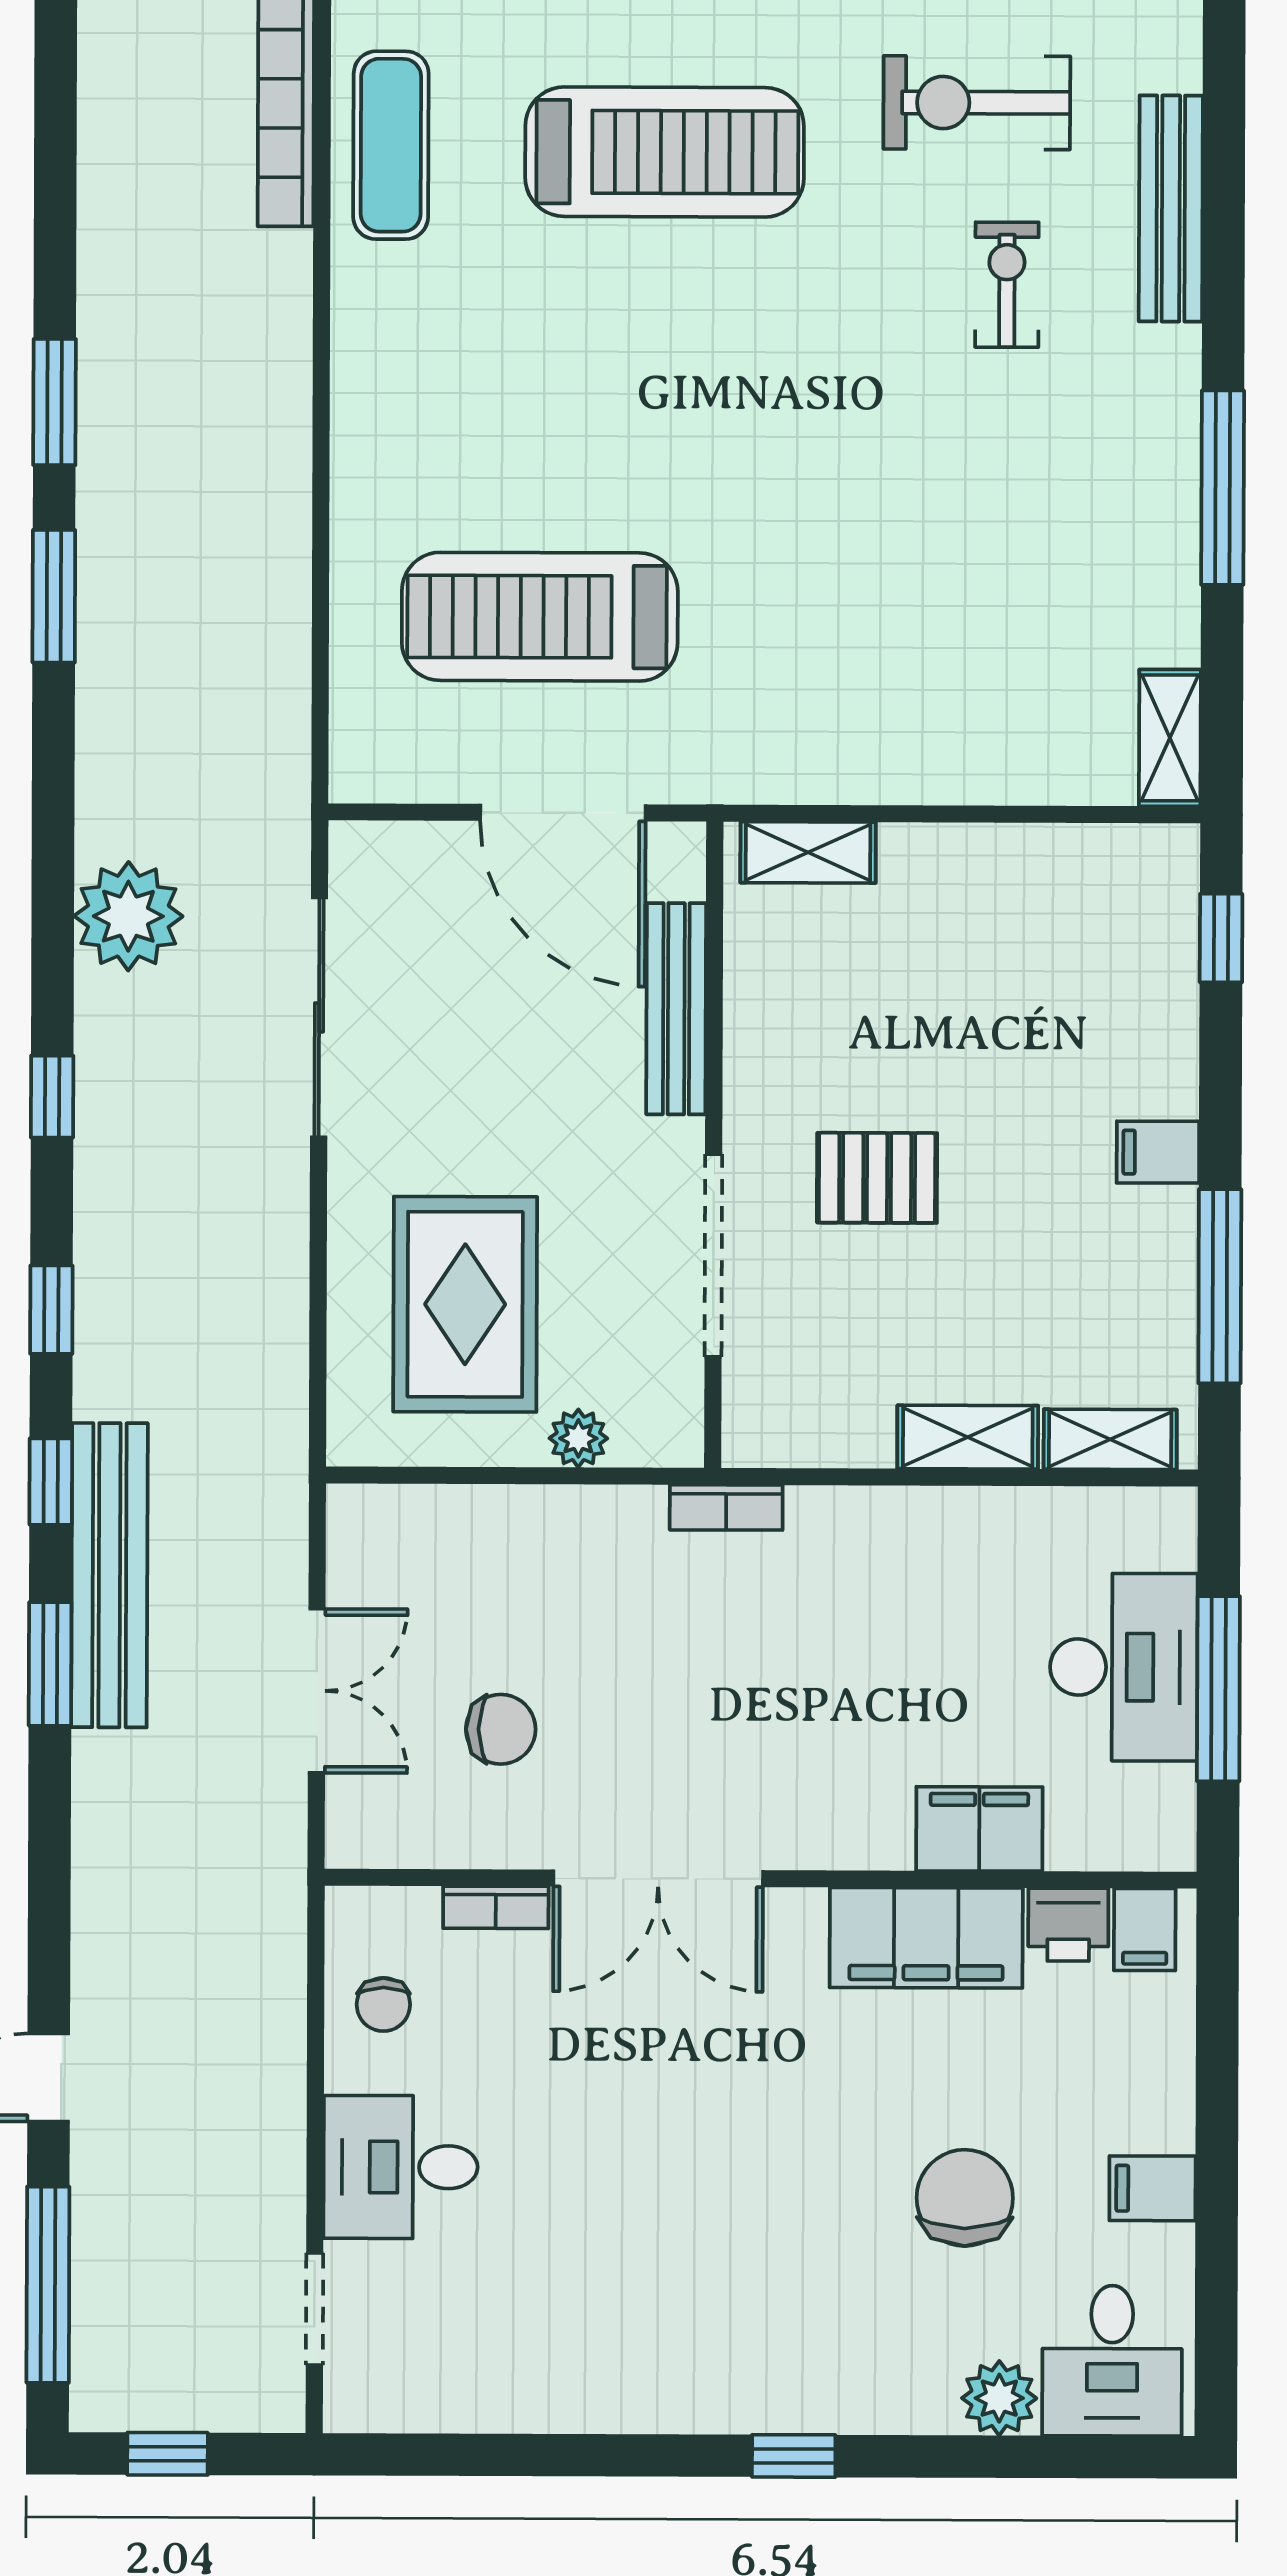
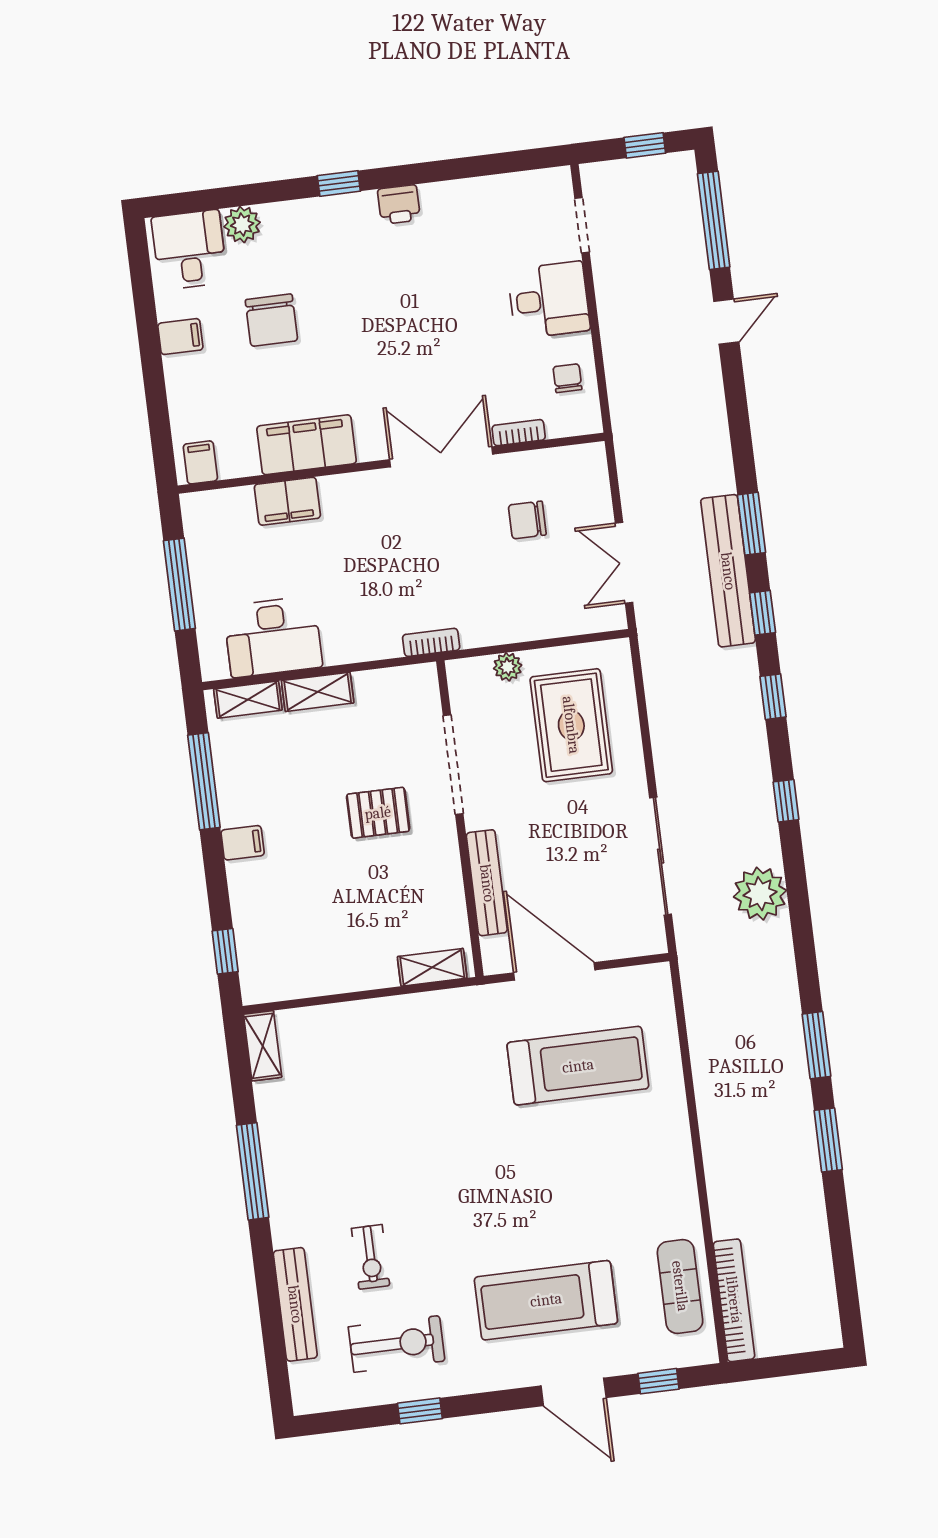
desk: (1124, 1667) -> (273, 637), moved, turned -90
double door: (317, 1691) -> (624, 563), moved
printer: (1068, 1925) -> (399, 205), moved, turned 180

